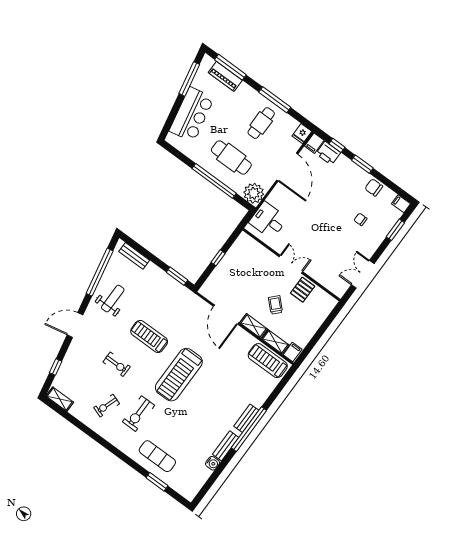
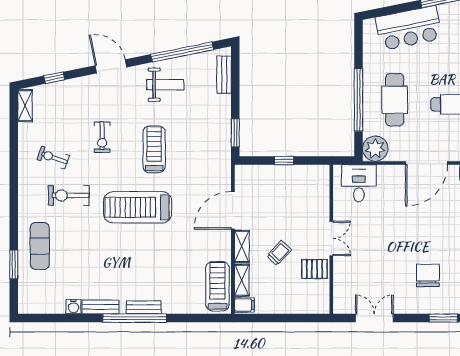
chair: (360, 219) -> (428, 275), width x1.87, depth x1.87

